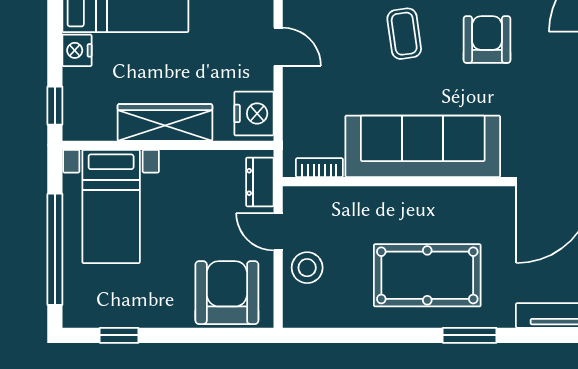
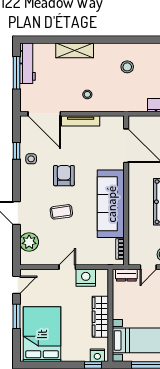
armchair: (487, 40) -> (64, 176), turned 90
nightstand: (77, 50) -> (97, 355), moved
nightstand: (254, 113) -> (86, 278), moved

